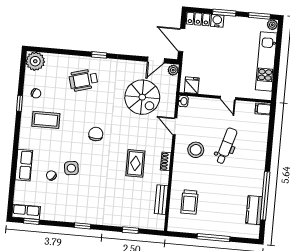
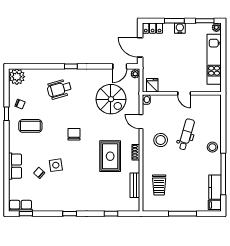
water cooler: (217, 21) -> (180, 28), moved
filing cabinet: (263, 109) -> (215, 205), moved
rug: (135, 163) -> (110, 156), width x1.36, depth x1.43
stool: (255, 163) -> (212, 147), added

